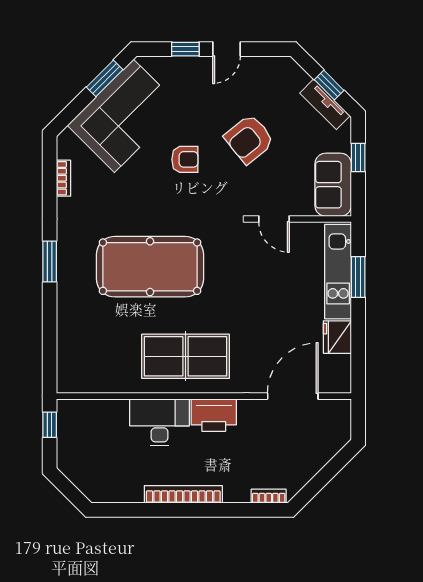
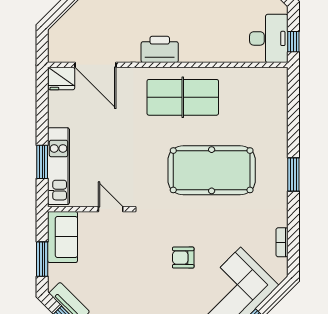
armchair: (249, 139) -> (131, 274), removed
window: (358, 158) -> (42, 259), width x1.50
fridge: (337, 337) -> (61, 79), moved, turned 90
door: (293, 396) -> (95, 65), hinge flipped
desk: (160, 422) -> (269, 38), moved, turned -90

